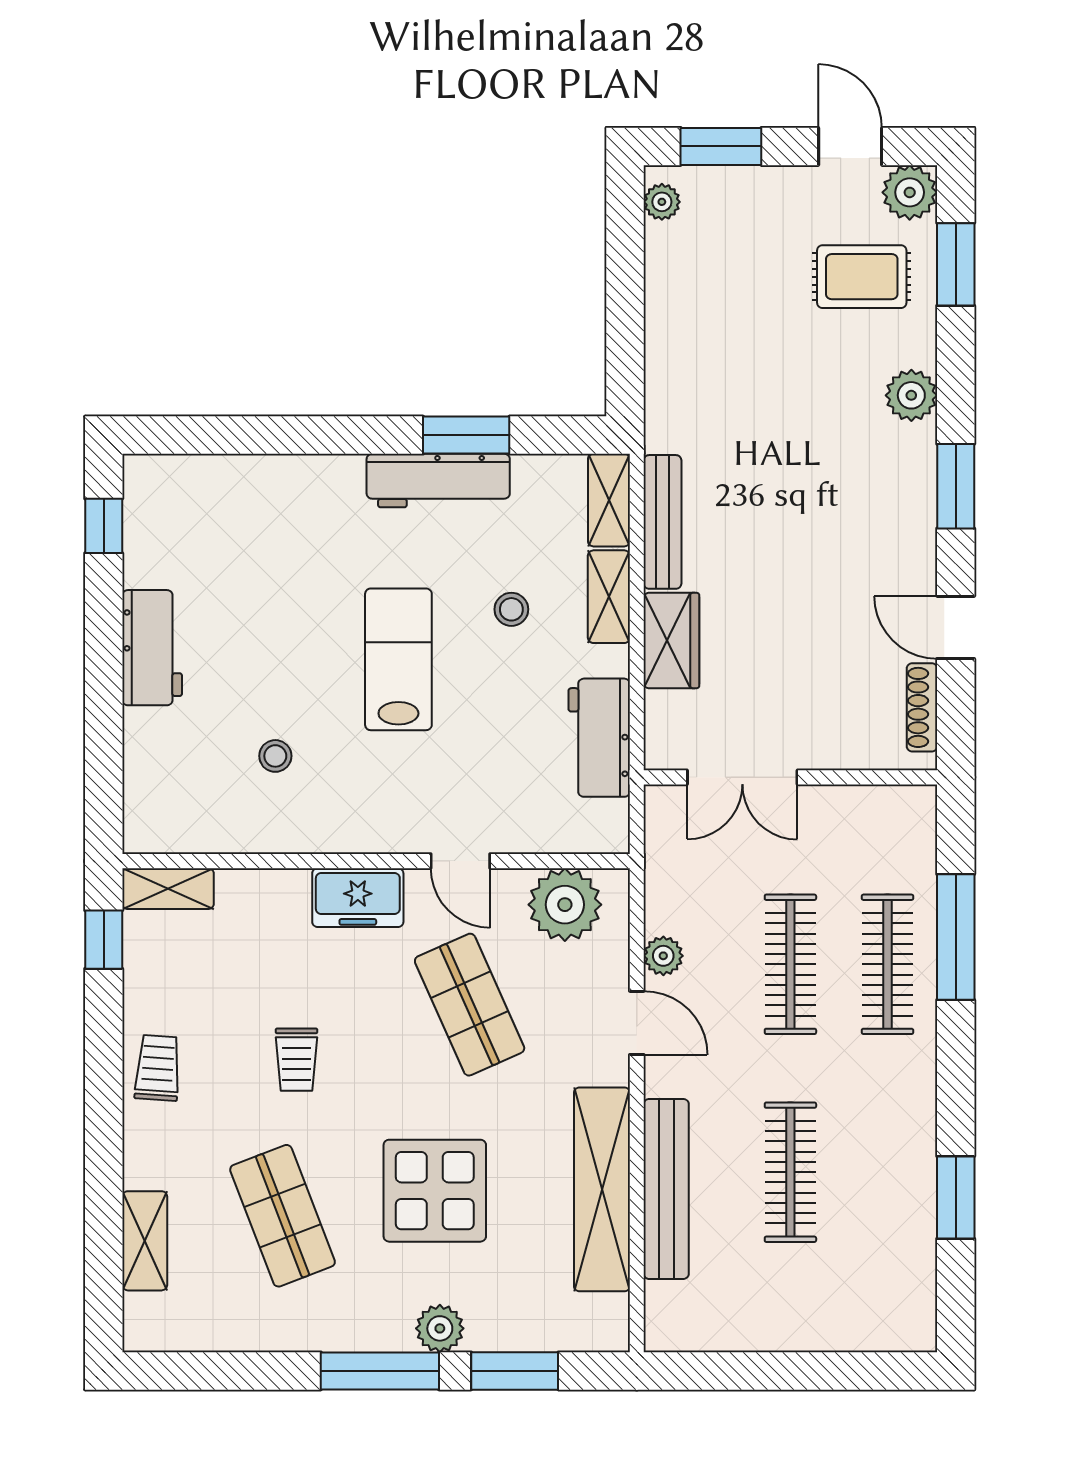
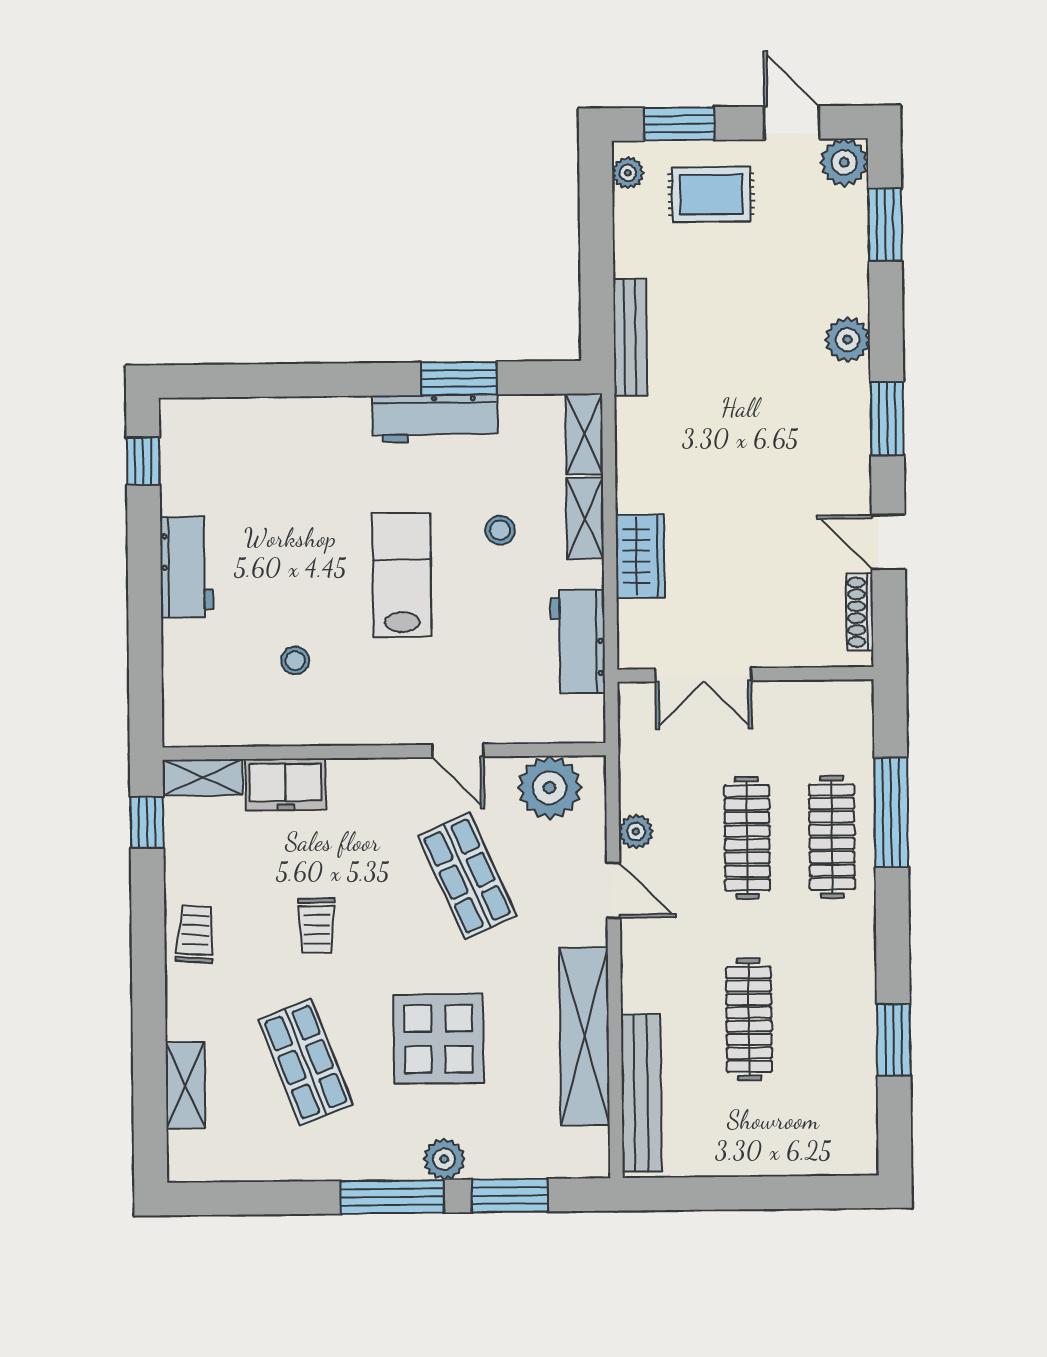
rug: (862, 277) -> (711, 194), moved
bench: (662, 522) -> (630, 337), moved
freezer: (358, 898) -> (286, 784), moved
bench: (666, 1189) -> (641, 1093), moved

